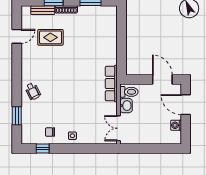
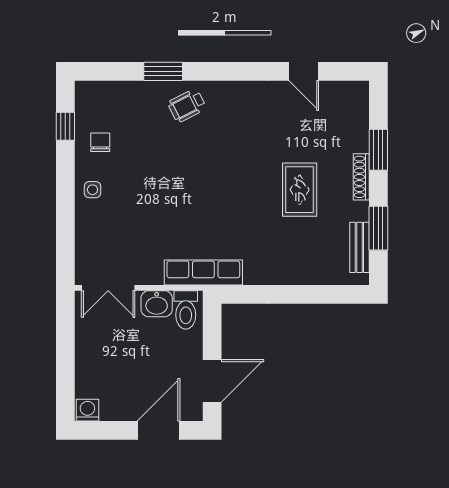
bench: (43, 10) -> (359, 247), moved
rug: (50, 37) -> (300, 190), moved
window: (17, 116) -> (163, 71), moved
washing machine: (176, 125) -> (87, 410), moved
double door: (119, 128) -> (108, 288), swing flipped

